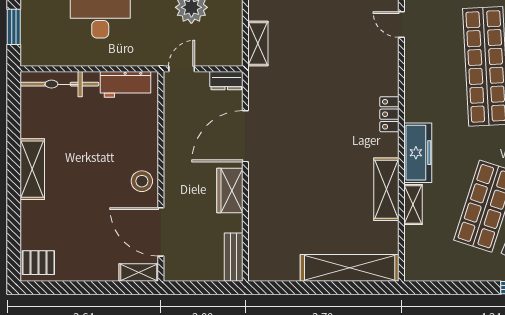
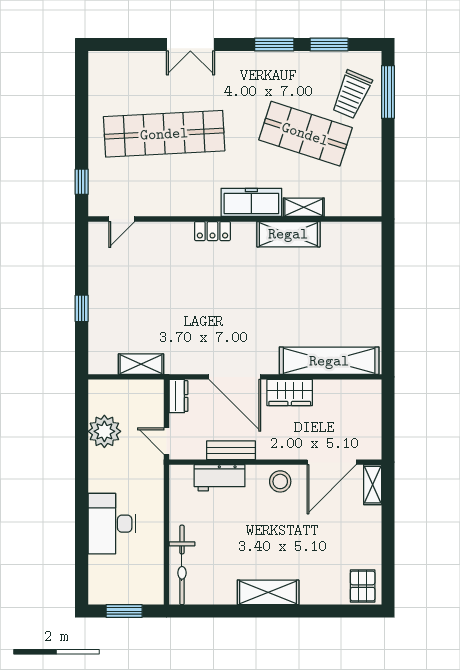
workbench: (125, 84) -> (220, 478), moved, turned 90
bench: (234, 257) -> (231, 450), moved
shelving: (350, 268) -> (329, 361), moved, turned 90

